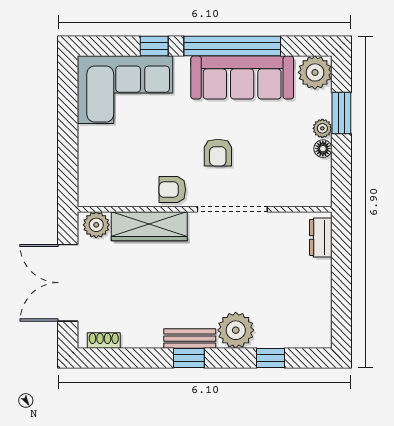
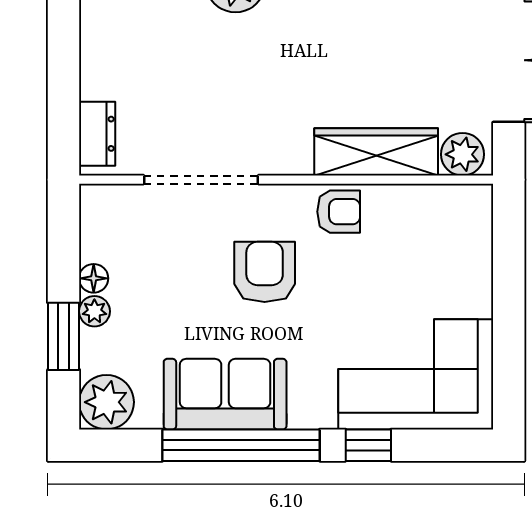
sofa: (242, 77) -> (225, 394), width x0.73
armchair: (218, 153) -> (265, 272), width x1.38, depth x1.38
doorway: (232, 209) -> (201, 180), moved

